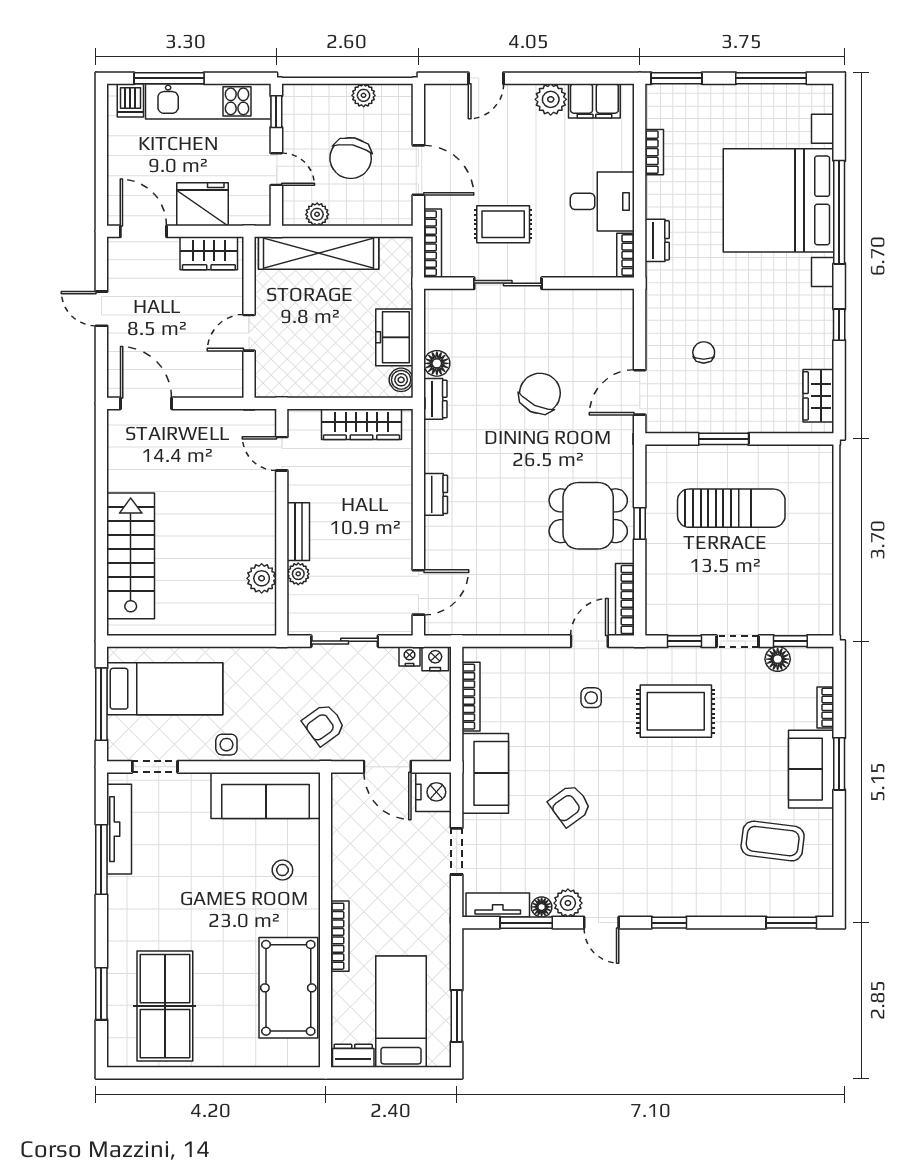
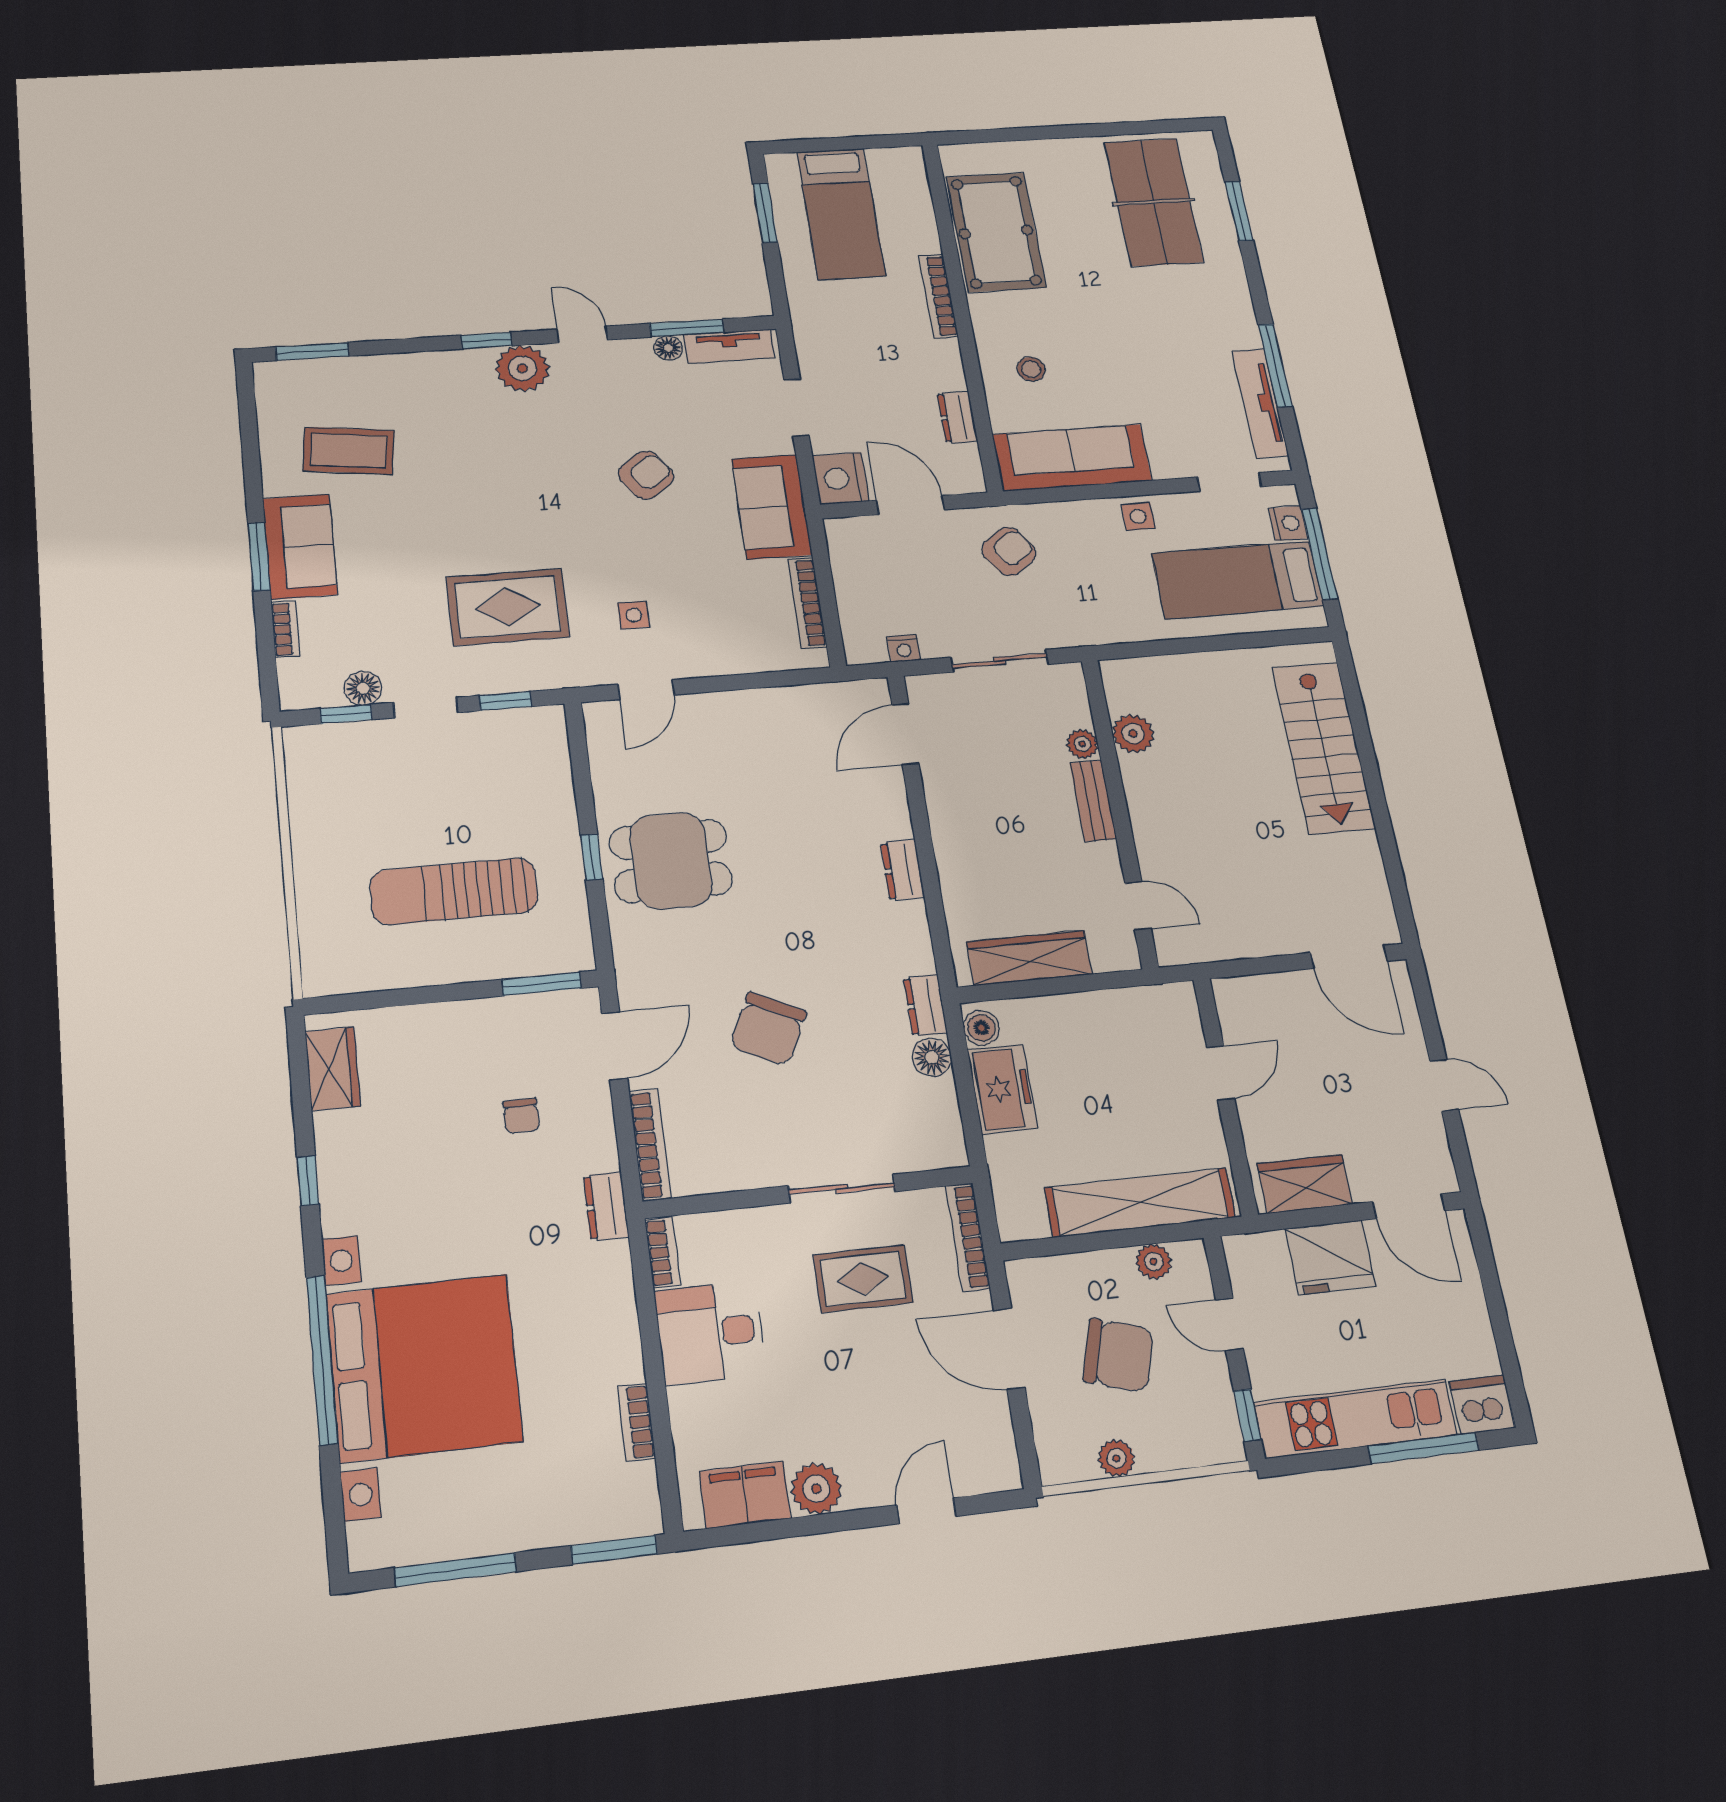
dishwasher: (130, 100) -> (1482, 1405), width x1.38
chair: (351, 158) -> (1118, 1355), turned 96
dresser: (657, 240) -> (606, 1206), moved
window: (724, 439) -> (541, 984), moved
bookcase: (625, 599) -> (650, 1145), moved
nightstand: (435, 659) -> (1288, 523), moved, turned -90
plant: (568, 903) -> (522, 368), moved, width x1.36, depth x1.36
dresser: (353, 1056) -> (958, 417), moved, turned 90

